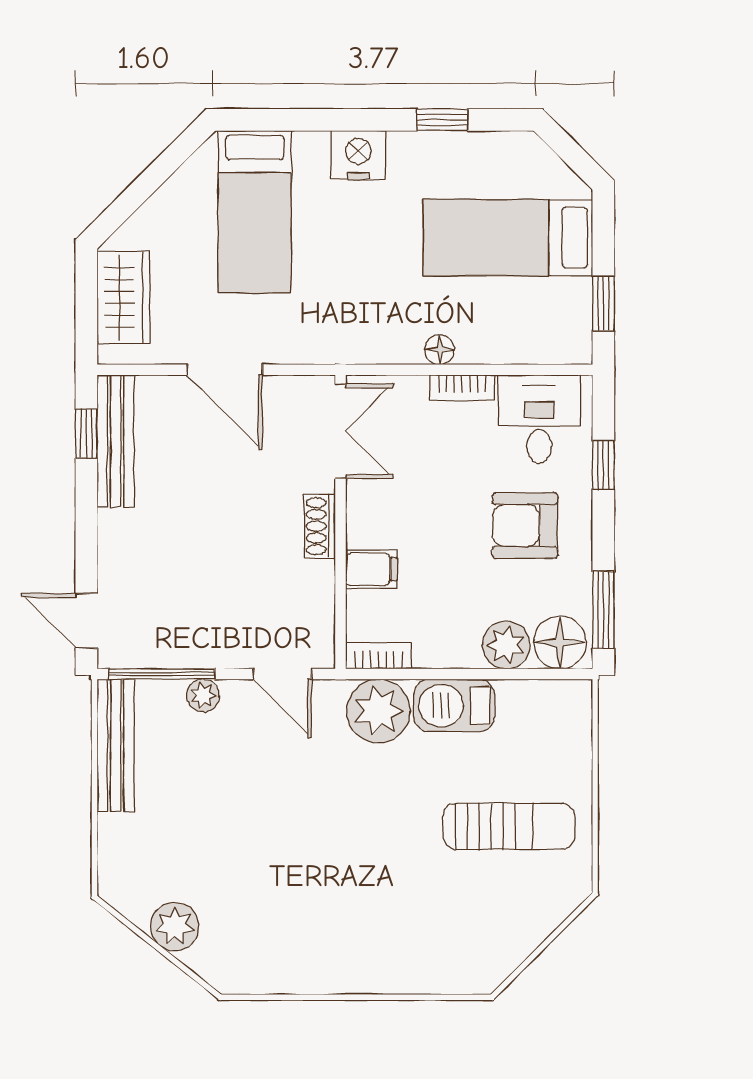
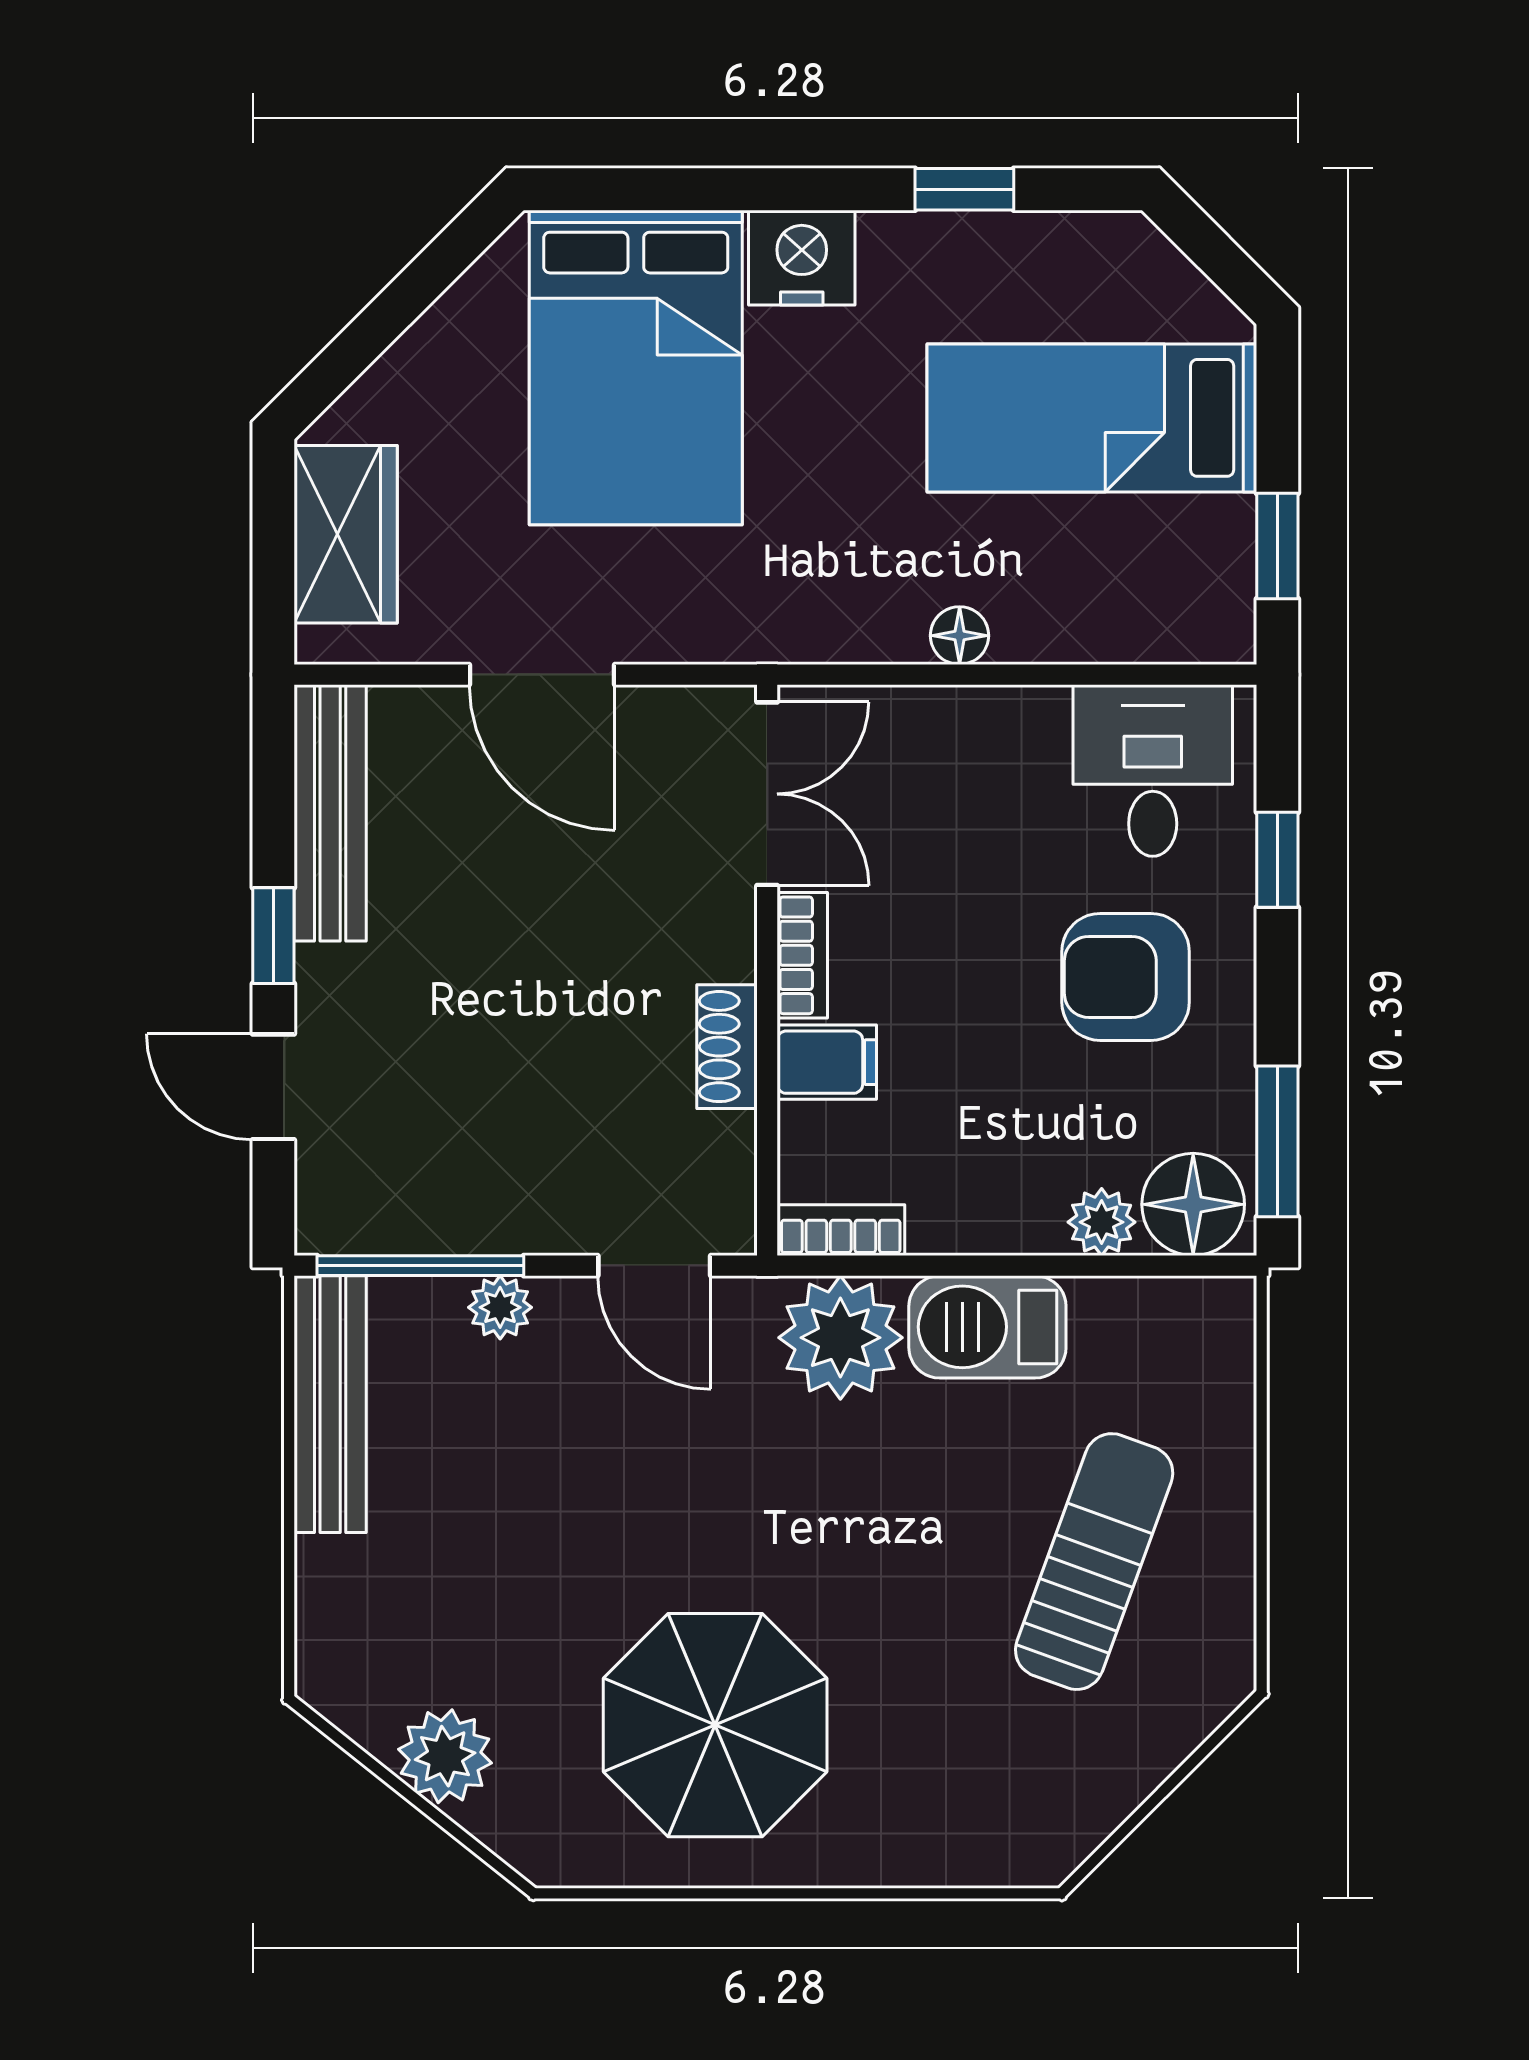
bed: (255, 212) -> (636, 367), width x1.50
bookcase: (462, 388) -> (802, 955), moved, turned -90
window: (86, 434) -> (273, 936), moved
shoe rack: (320, 526) -> (727, 1047), moved
door: (86, 621) -> (273, 1087), moved
plant: (506, 645) -> (1102, 1222), width x0.73, depth x0.73
sun lounger: (509, 826) -> (1094, 1562), turned -70
parasol: (314, 911) -> (715, 1725), added

